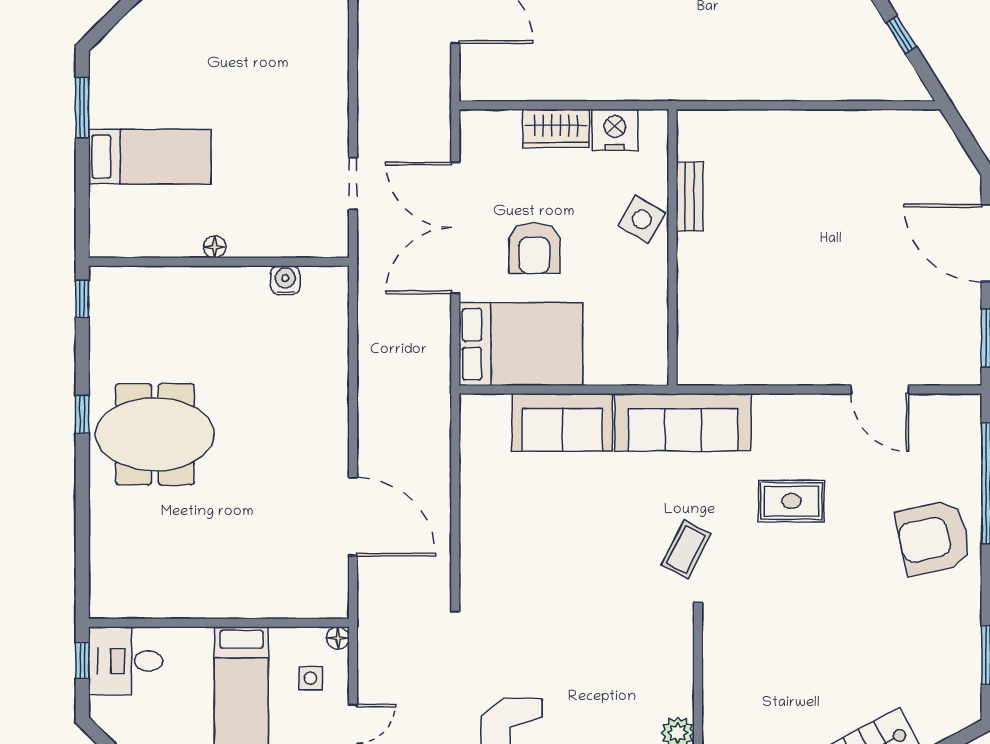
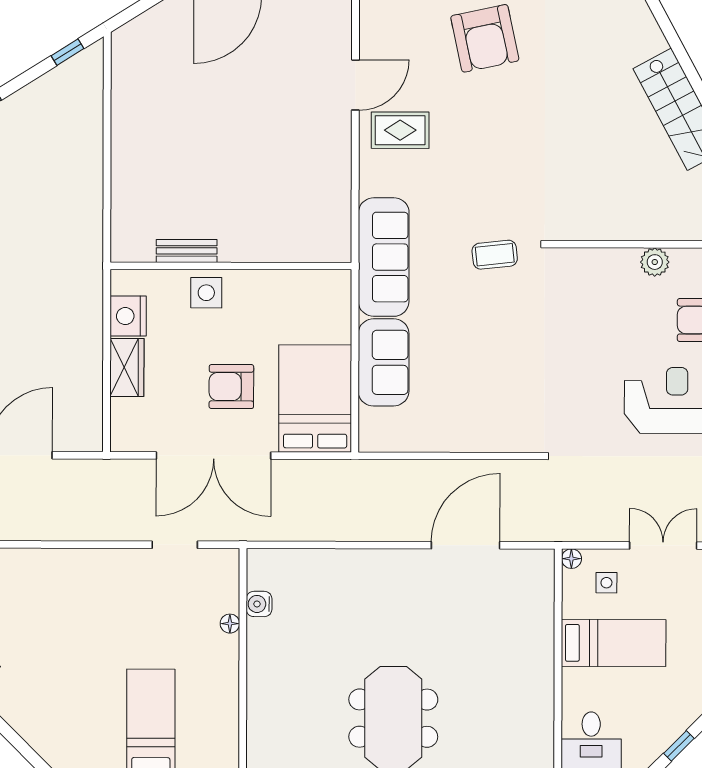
window: (901, 35) -> (68, 52), moved
side table: (642, 219) -> (206, 293), turned -31
floor lamp: (215, 247) -> (230, 624), moved
armchair: (534, 248) -> (231, 387), turned 180
rug: (792, 501) -> (400, 130), moved, turned 90
coffee table: (686, 549) -> (495, 255), turned -33

